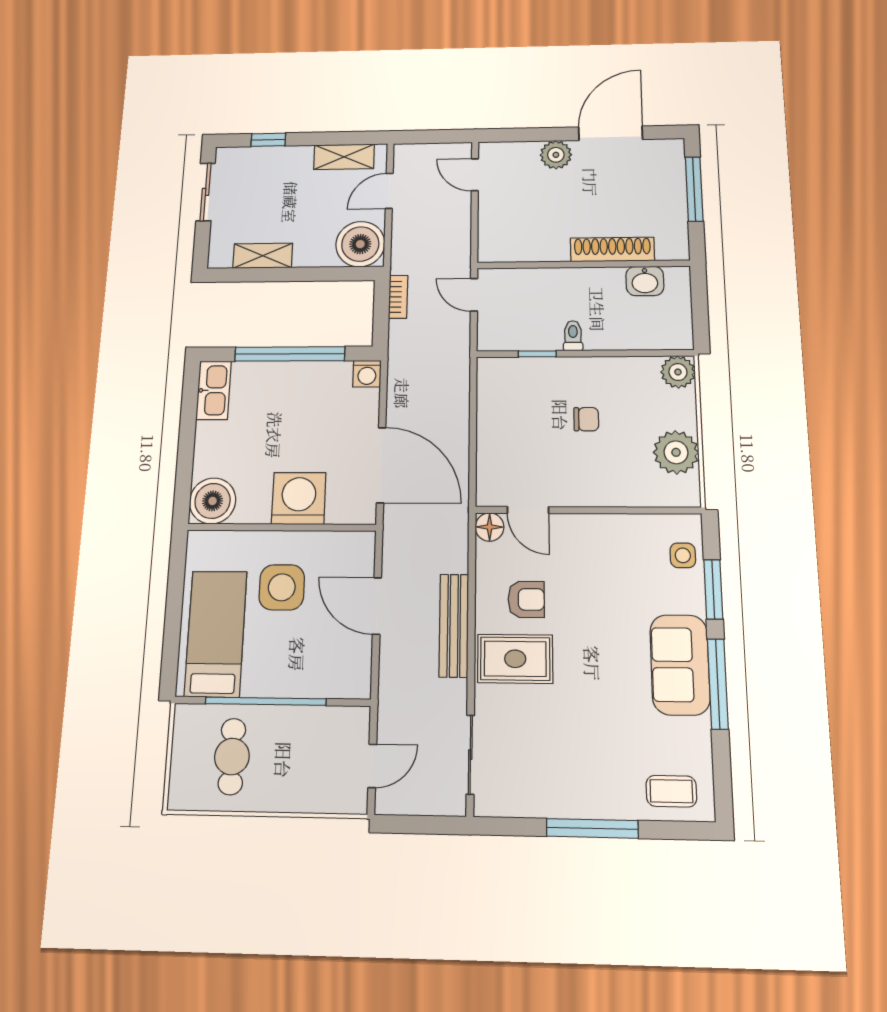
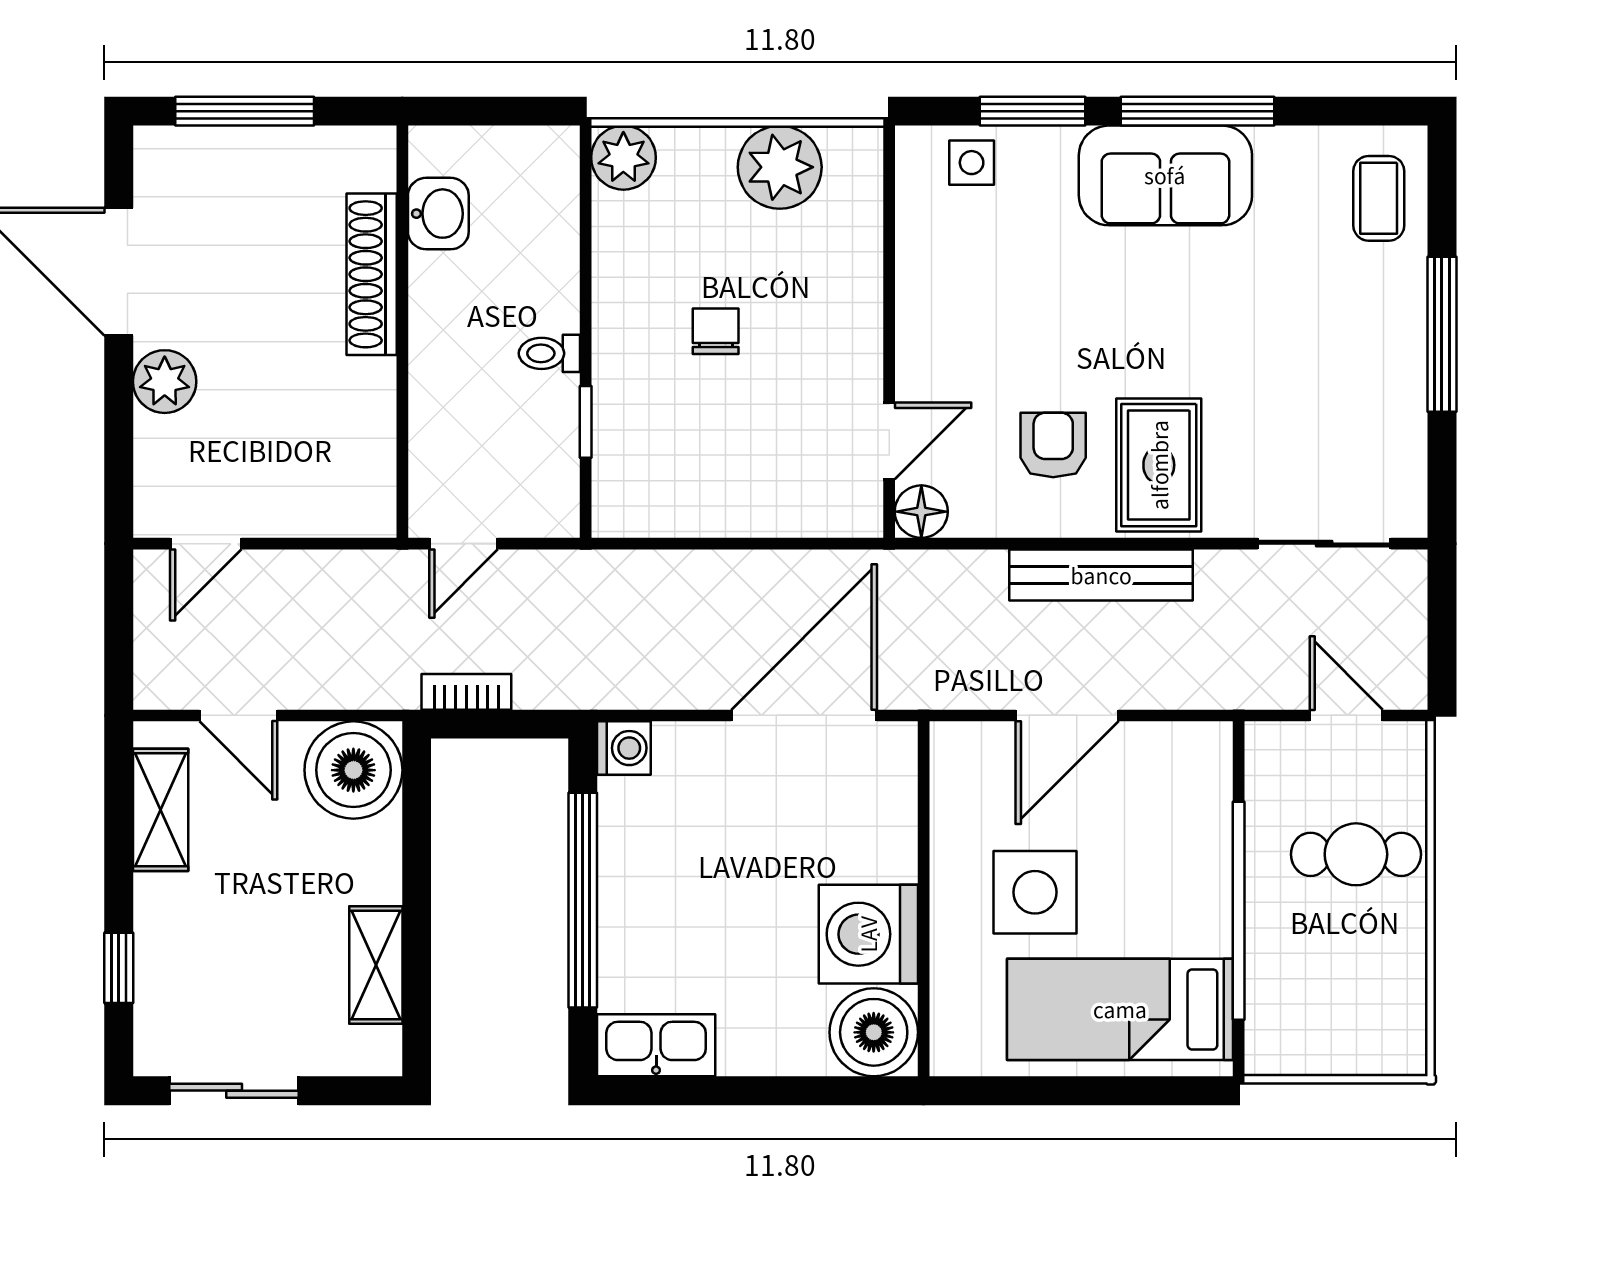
washing machine: (299, 498) -> (868, 934), moved
cafe table: (232, 756) -> (1356, 854), moved

